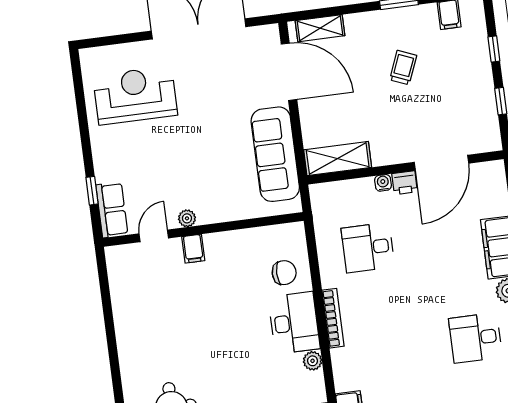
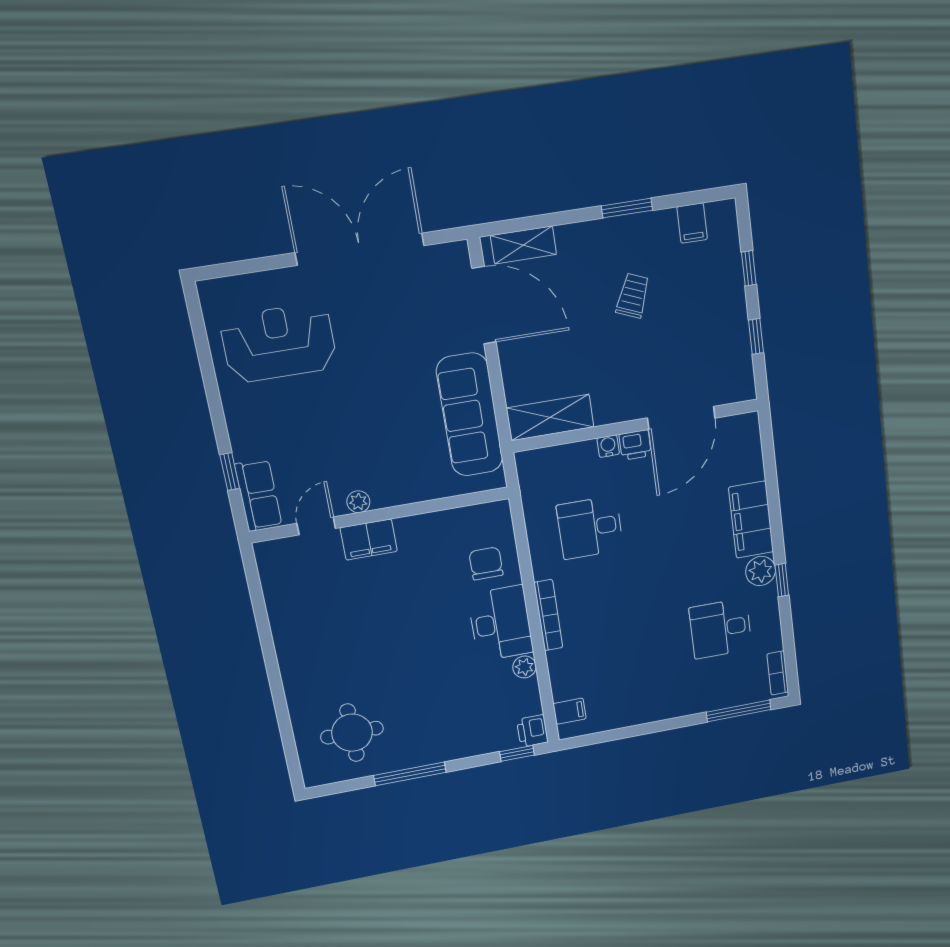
filing cabinet: (193, 249) -> (369, 540), width x2.00
chair: (284, 273) -> (486, 563), turned -90

